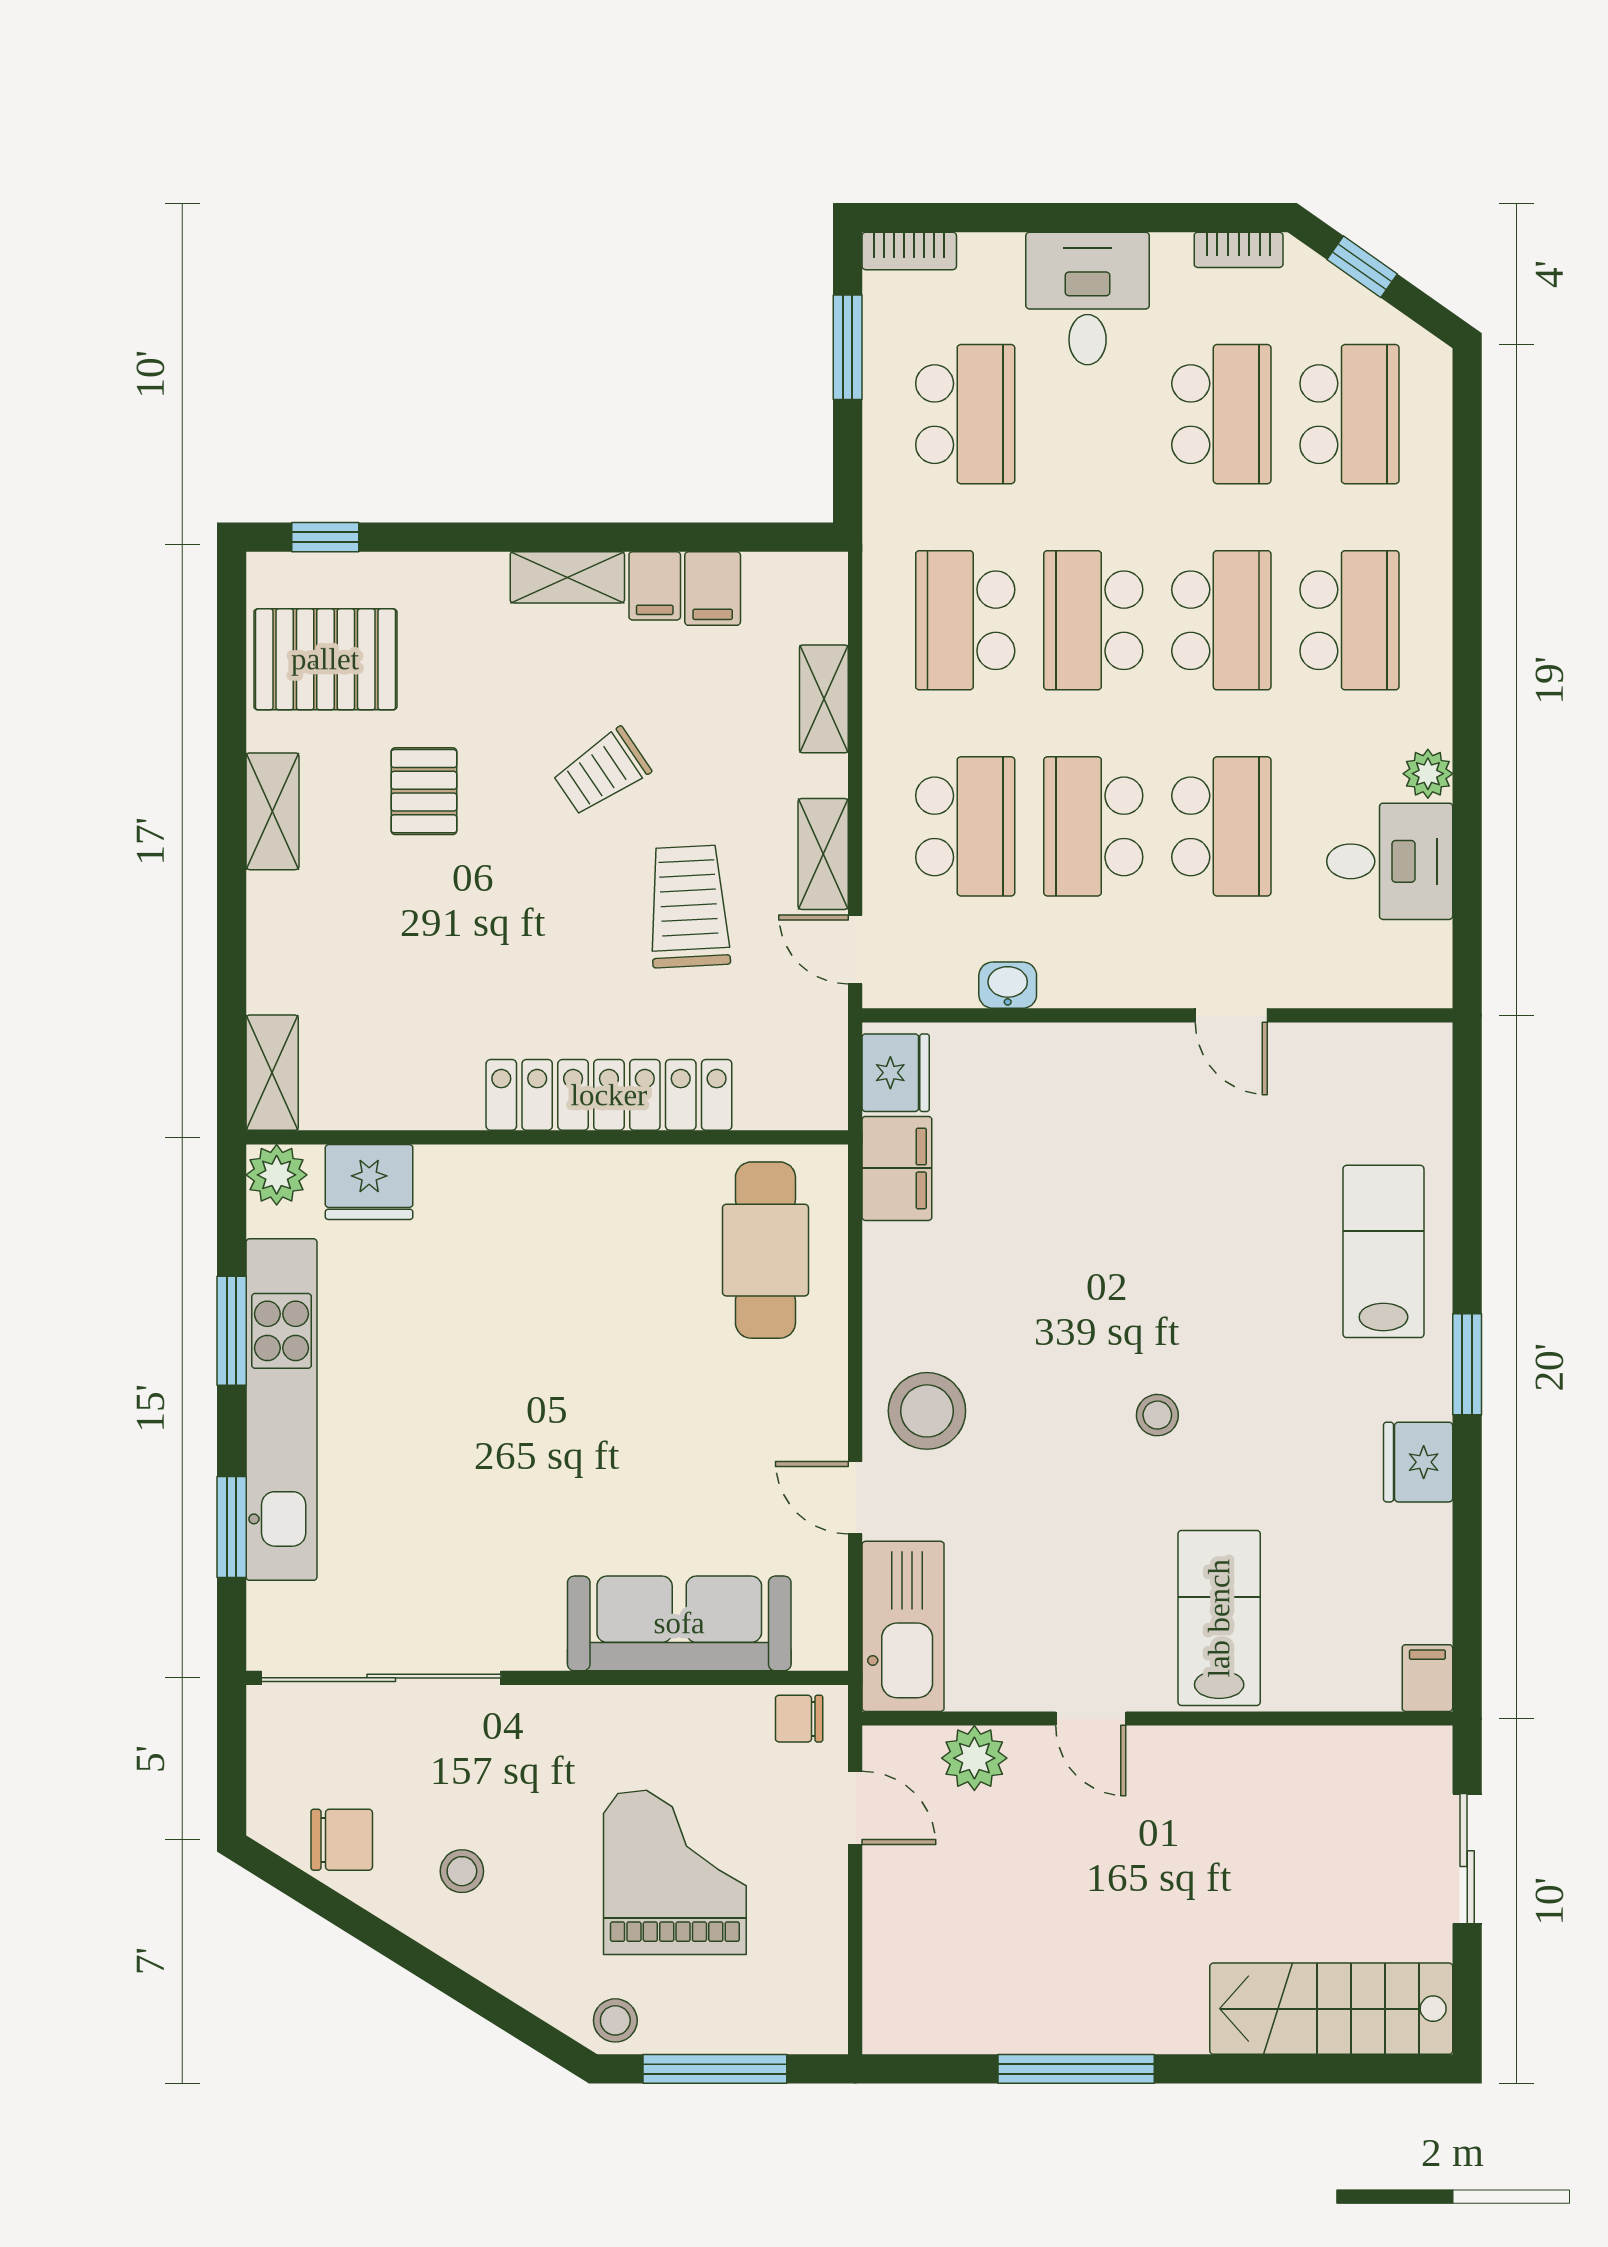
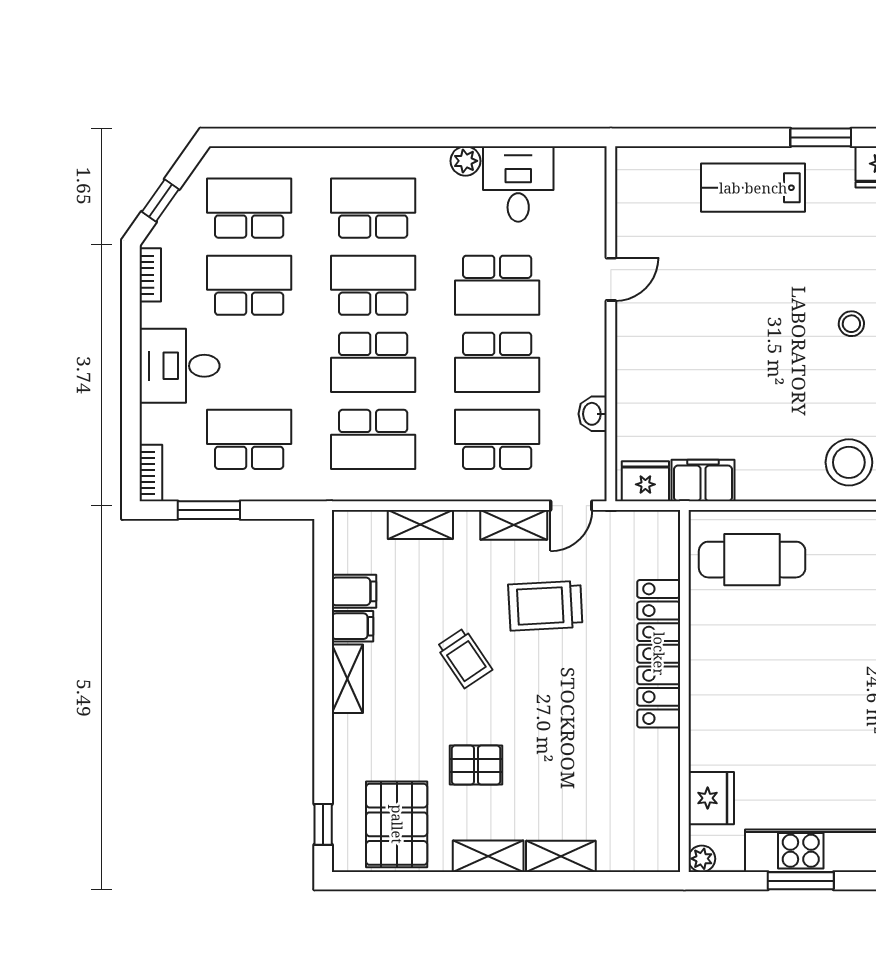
school desk: (1221, 826) -> (497, 285), turned 180
shelving: (272, 1073) -> (561, 856), moved
plant: (277, 1175) -> (702, 859), width x0.73, depth x0.73

